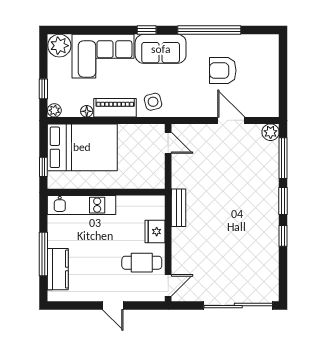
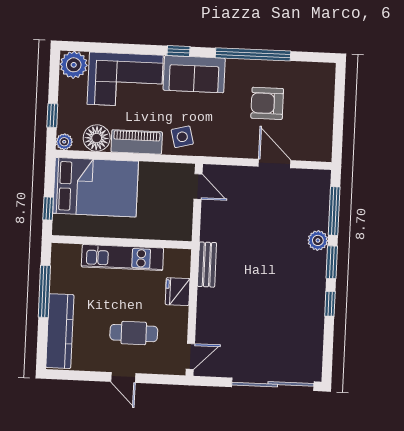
floor lamp: (87, 111) -> (97, 138), width x1.89, depth x1.89
plant: (271, 132) -> (318, 240), moved
kitchen unit: (82, 205) -> (122, 257), moved
window: (43, 254) -> (44, 291), moved
cafe table: (142, 263) -> (134, 333), moved
kitchen counter: (58, 269) -> (60, 331), width x1.50

